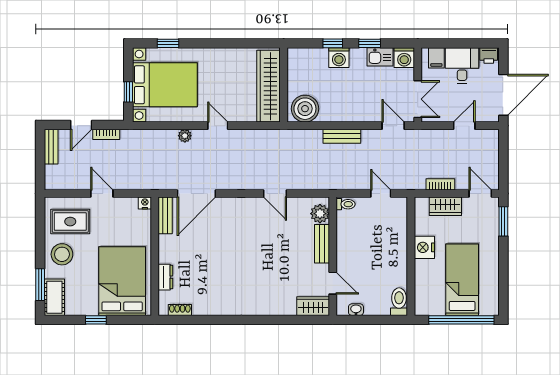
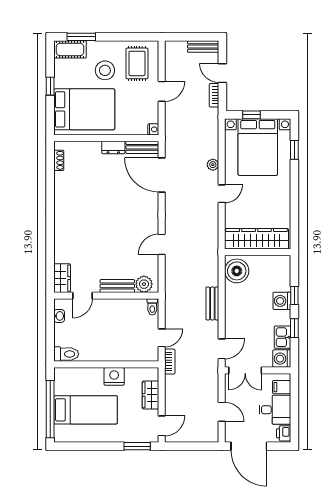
bookcase: (440, 184) -> (170, 362), moved
stool: (62, 254) -> (105, 70), moved
dresser: (165, 277) -> (113, 148), moved

